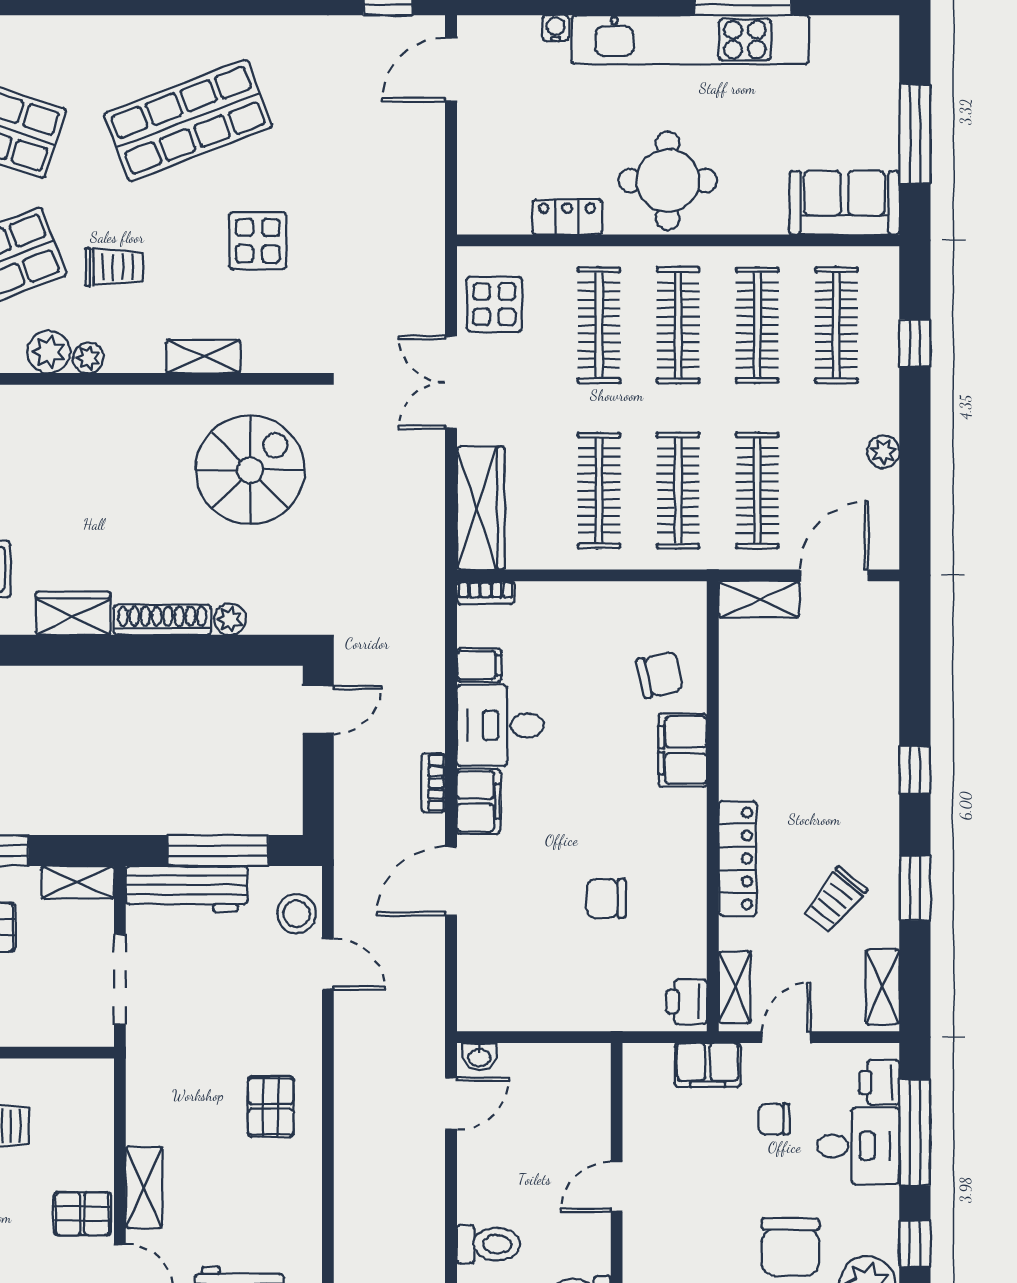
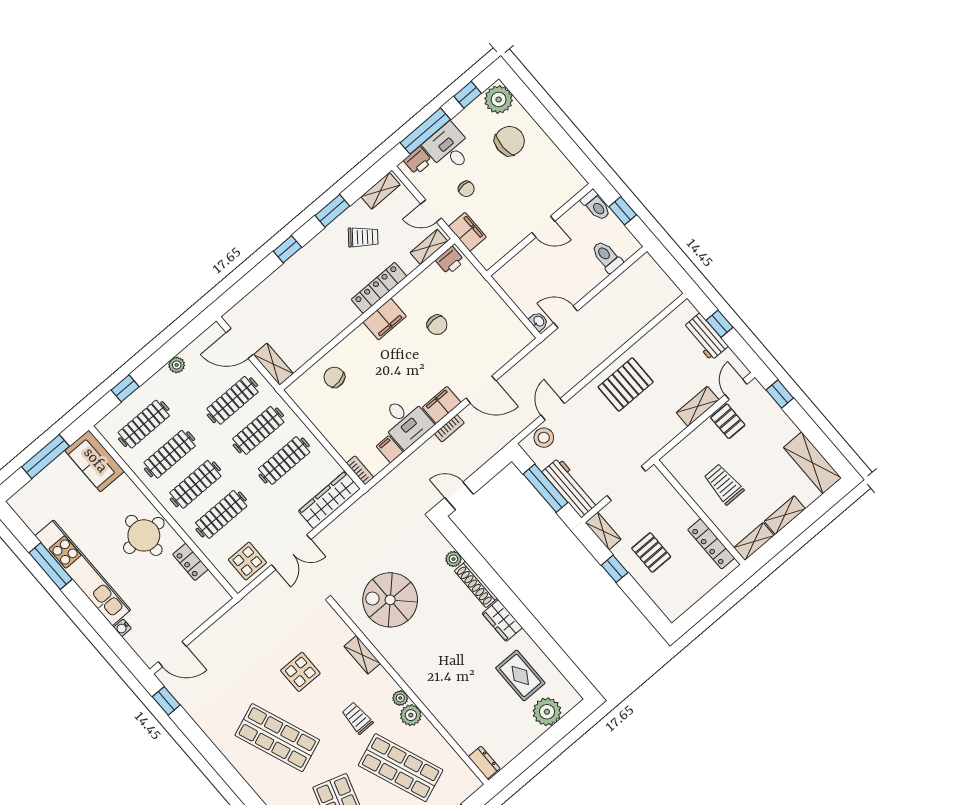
filing cabinet: (683, 750) -> (385, 319), moved
pallet: (271, 1107) -> (626, 384), width x1.50, depth x1.42

